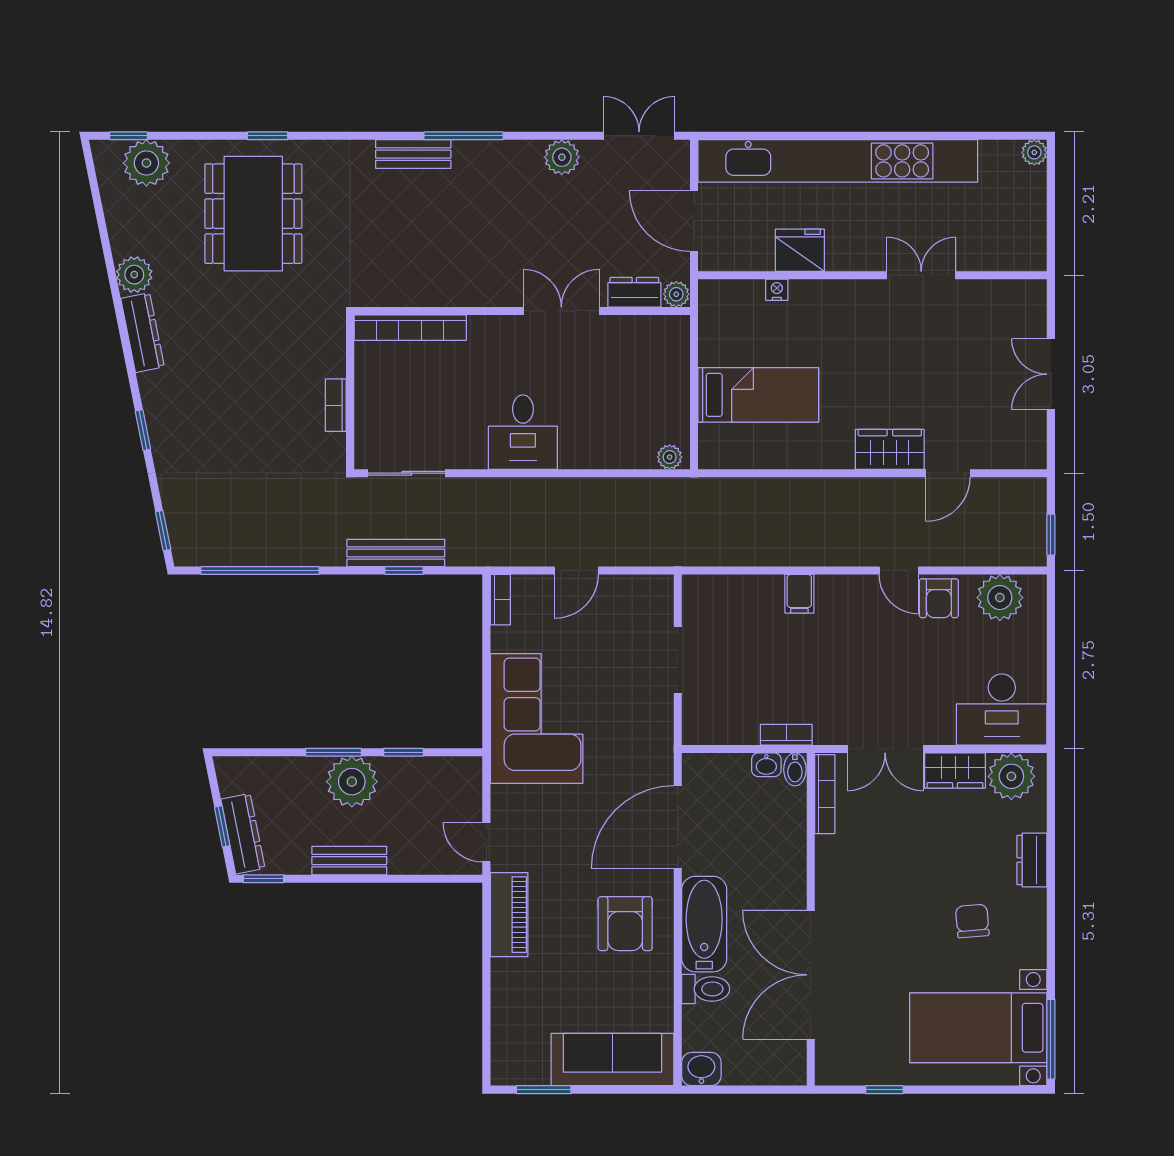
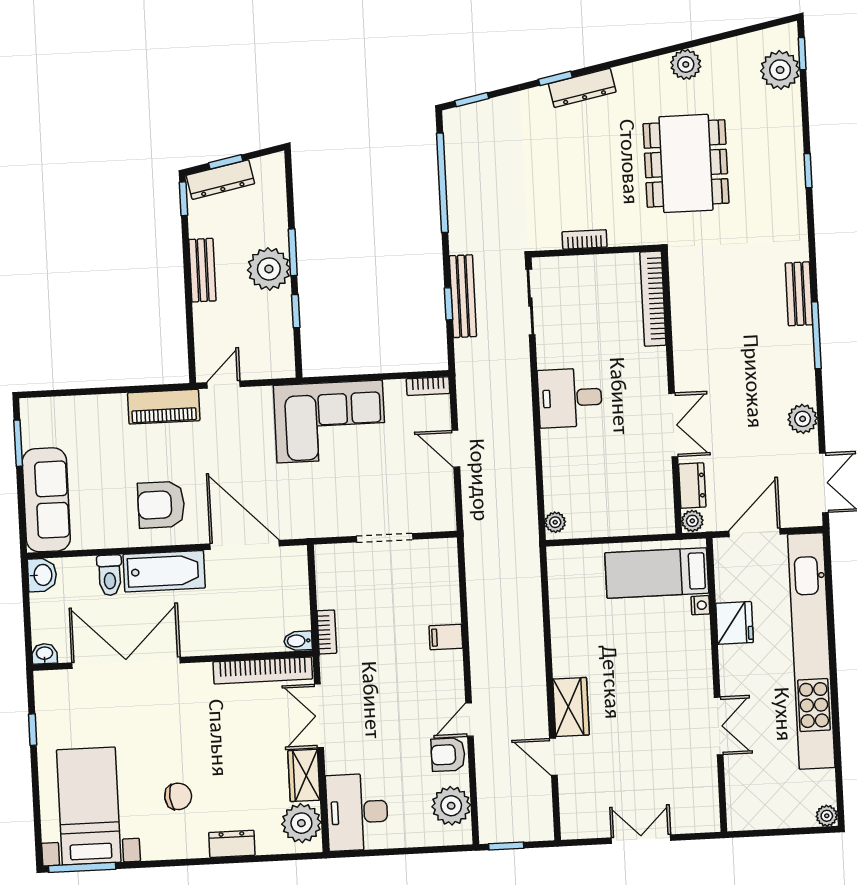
dining table: (253, 214) -> (686, 163), moved, turned 90
dresser: (143, 333) -> (582, 88), moved
bed: (758, 395) -> (657, 573), moved, turned 90
washbasin: (766, 765) -> (45, 654), moved, turned 90
bookcase: (825, 794) -> (263, 670), width x1.48, depth x1.31

